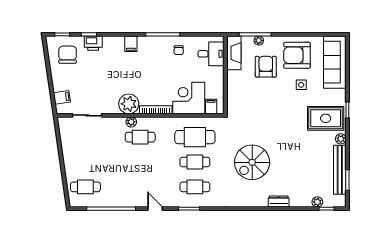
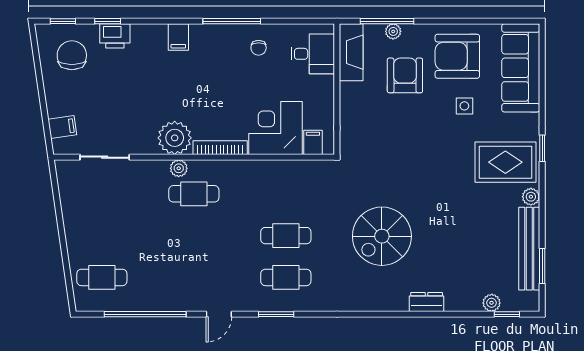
cafe table: (195, 137) -> (286, 194), removed
door: (155, 209) -> (219, 314), swing flipped

